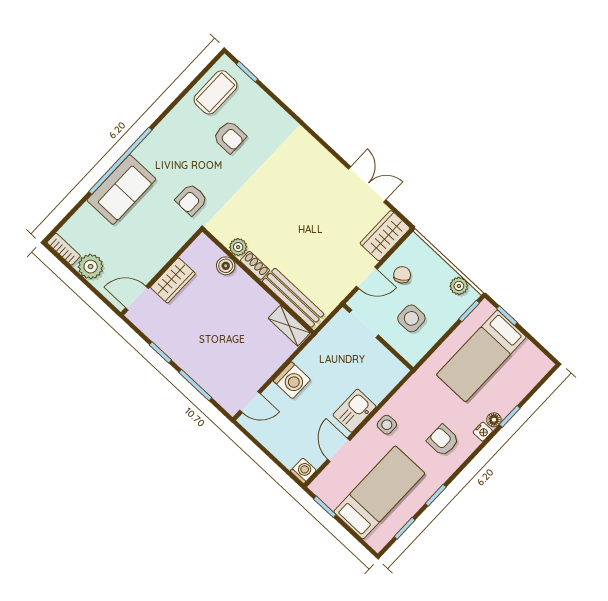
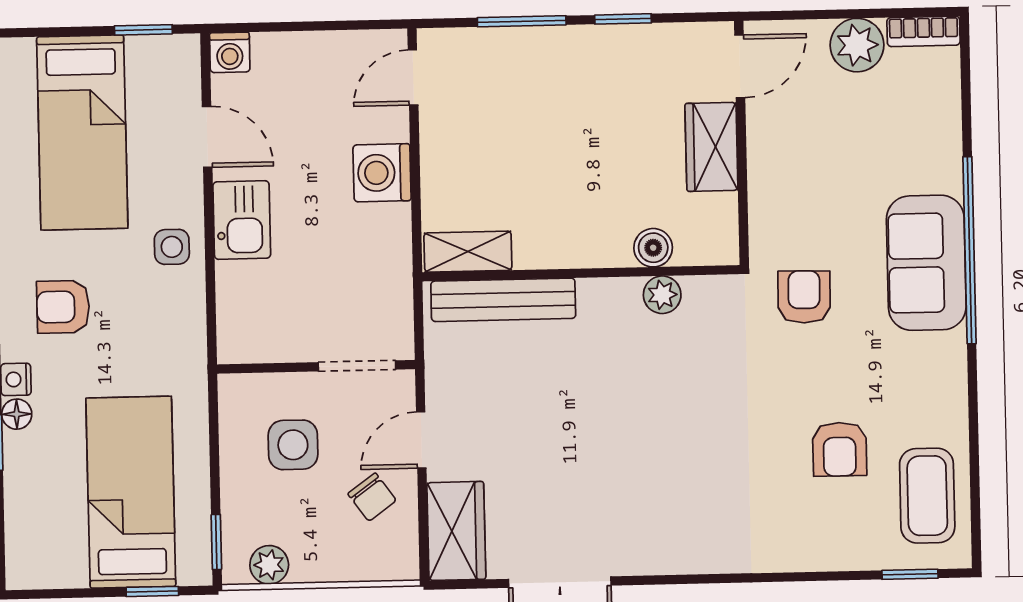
armchair: (230, 137) -> (840, 449), turned -90
sofa: (121, 190) -> (926, 263), moved
shoe rack: (255, 265) -> (609, 292), removed
armchair: (443, 440) -> (63, 307), turned 180

